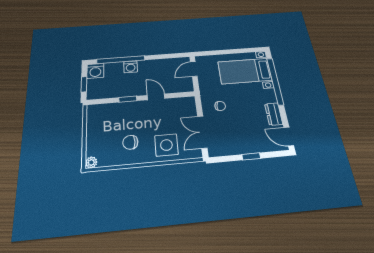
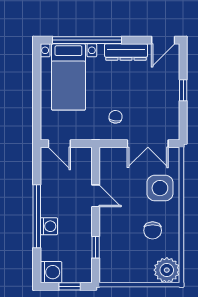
window: (121, 60) -> (37, 216), moved
door: (156, 97) -> (96, 196), swing flipped
window: (128, 99) -> (96, 247), moved
dresser: (274, 114) -> (126, 52), width x1.44
plant: (91, 162) -> (167, 270), width x1.87, depth x1.87

